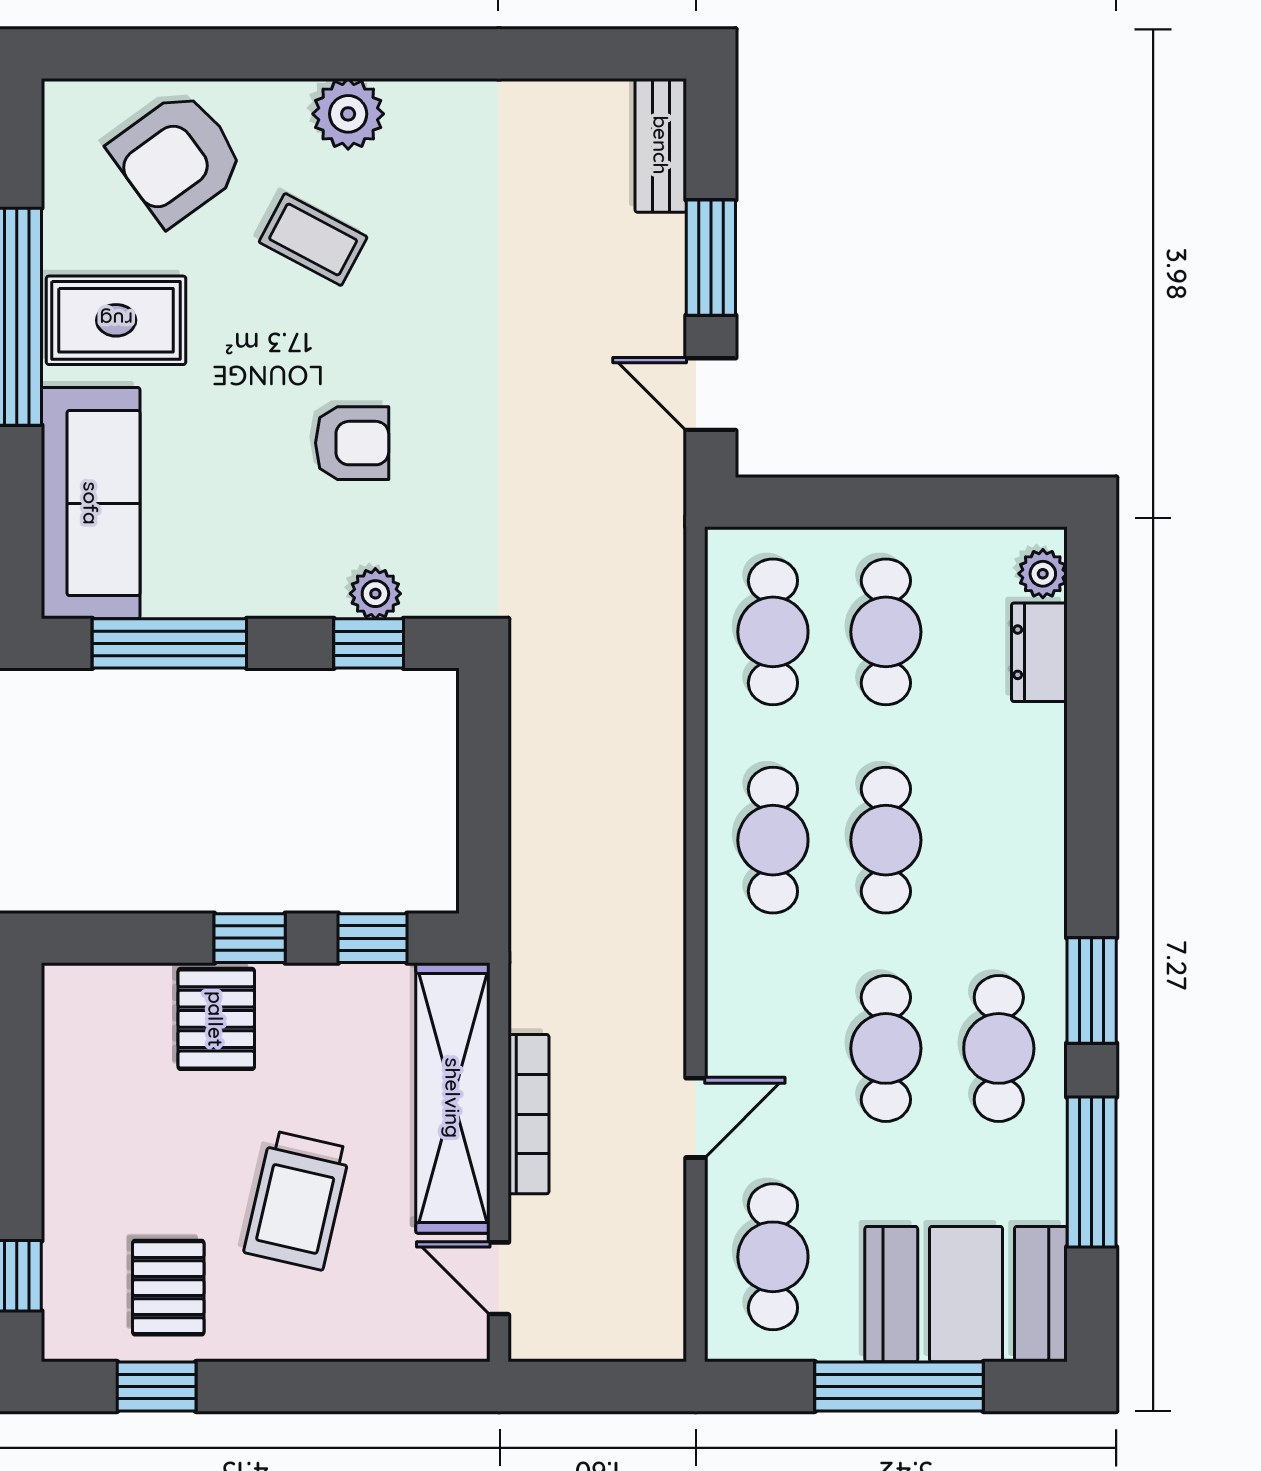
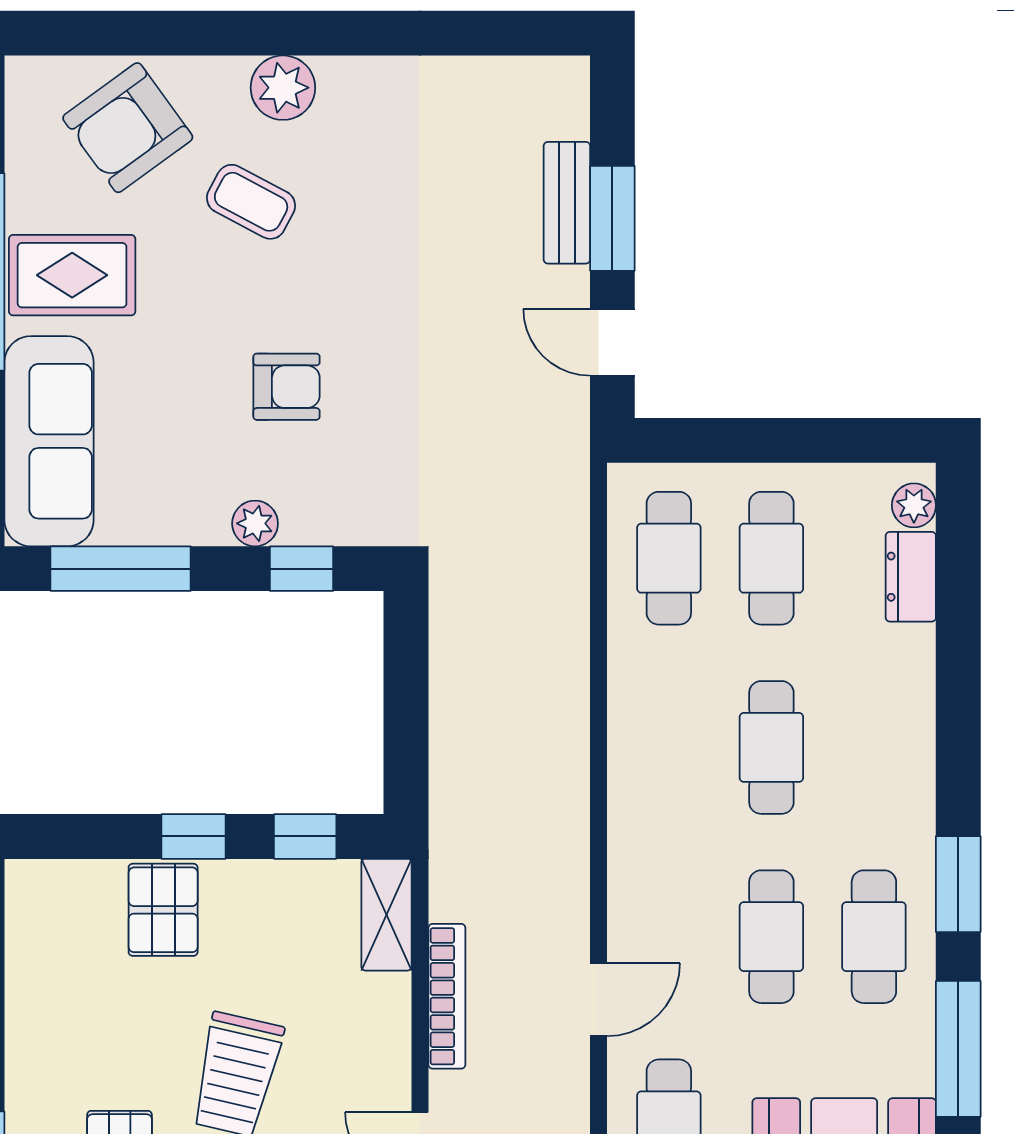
bench: (661, 145) -> (567, 203), moved
plant: (375, 594) -> (255, 523), moved
cafe table: (773, 840) -> (669, 747), removed
shelving: (453, 1098) -> (386, 915), width x0.45, depth x0.75

